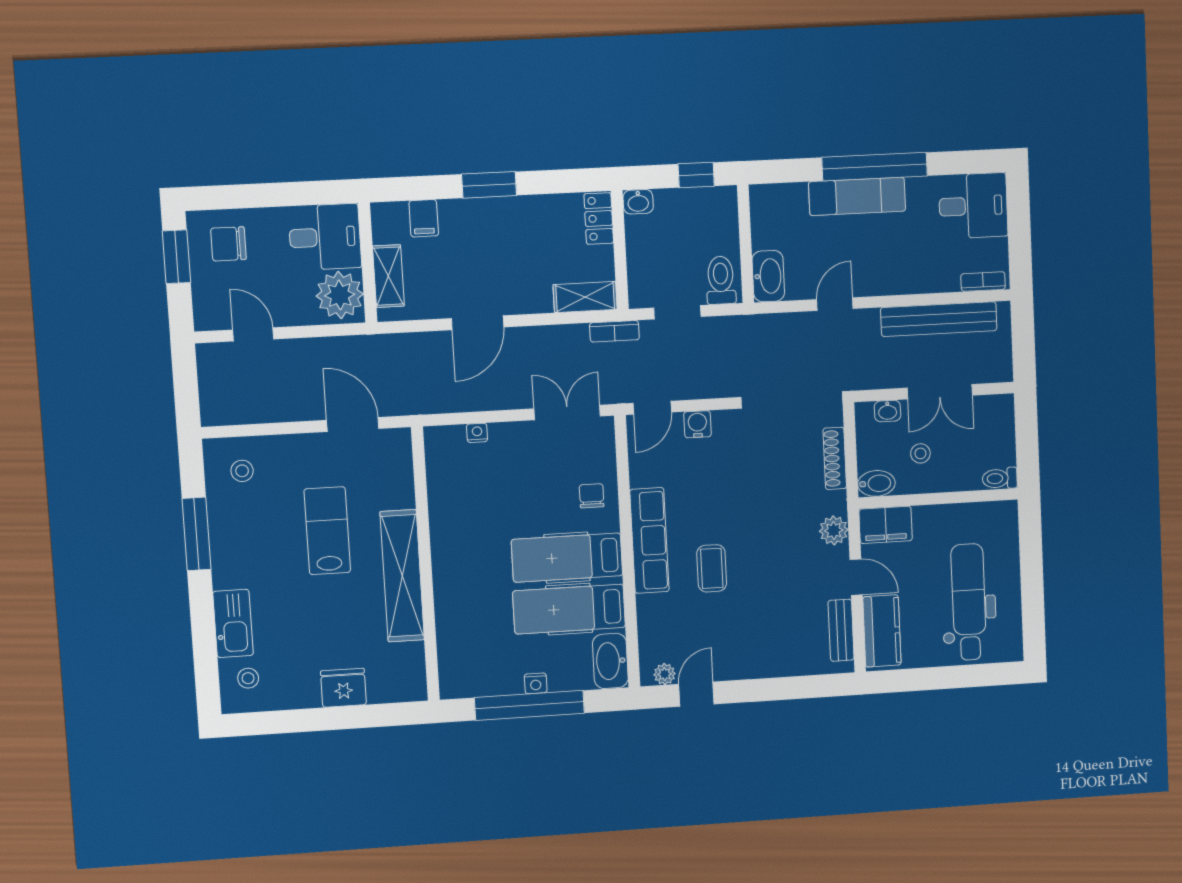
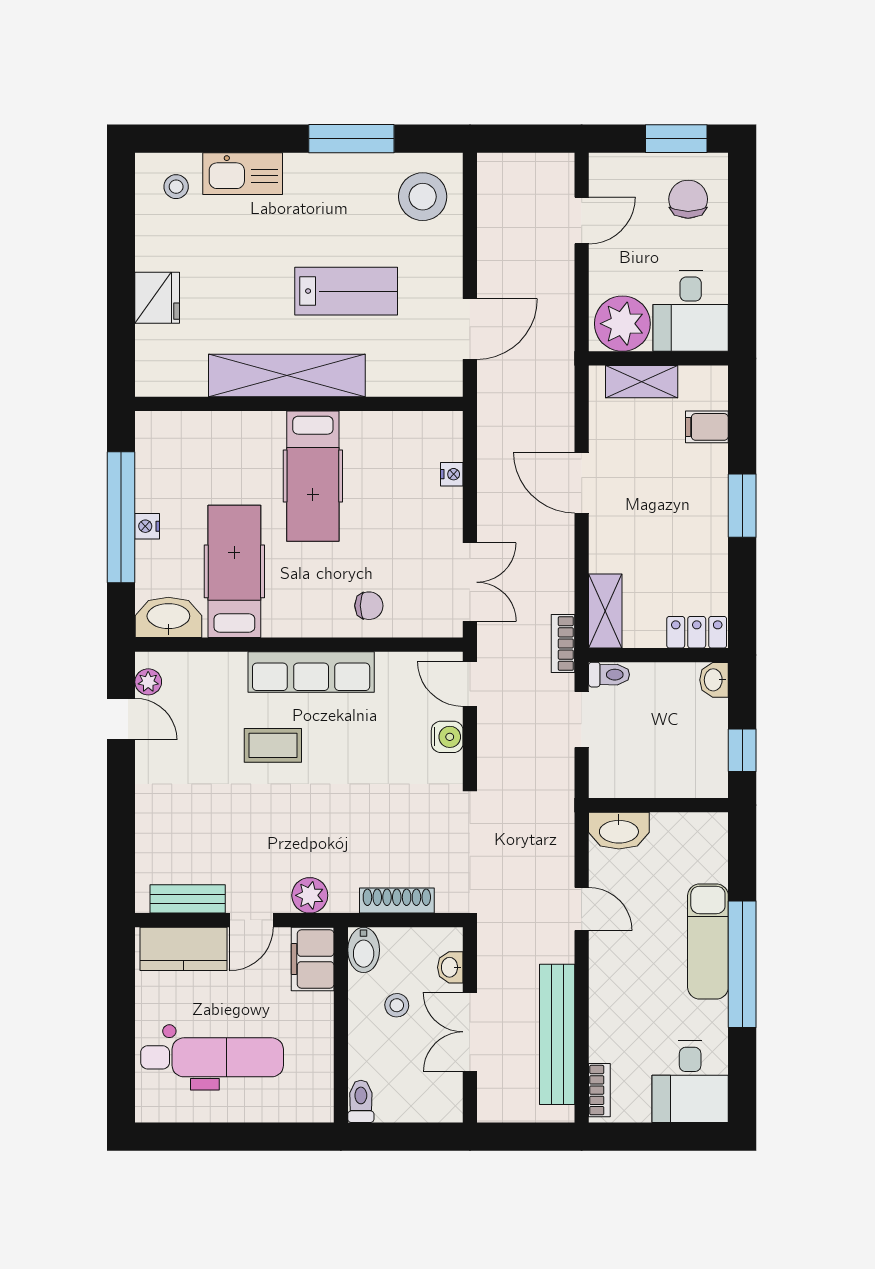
toilet: (721, 280) -> (609, 675), moved, width x0.73, depth x0.72
stool: (242, 471) -> (423, 197), width x1.89, depth x1.89
hospital bed: (567, 558) -> (313, 476), moved, turned 180

